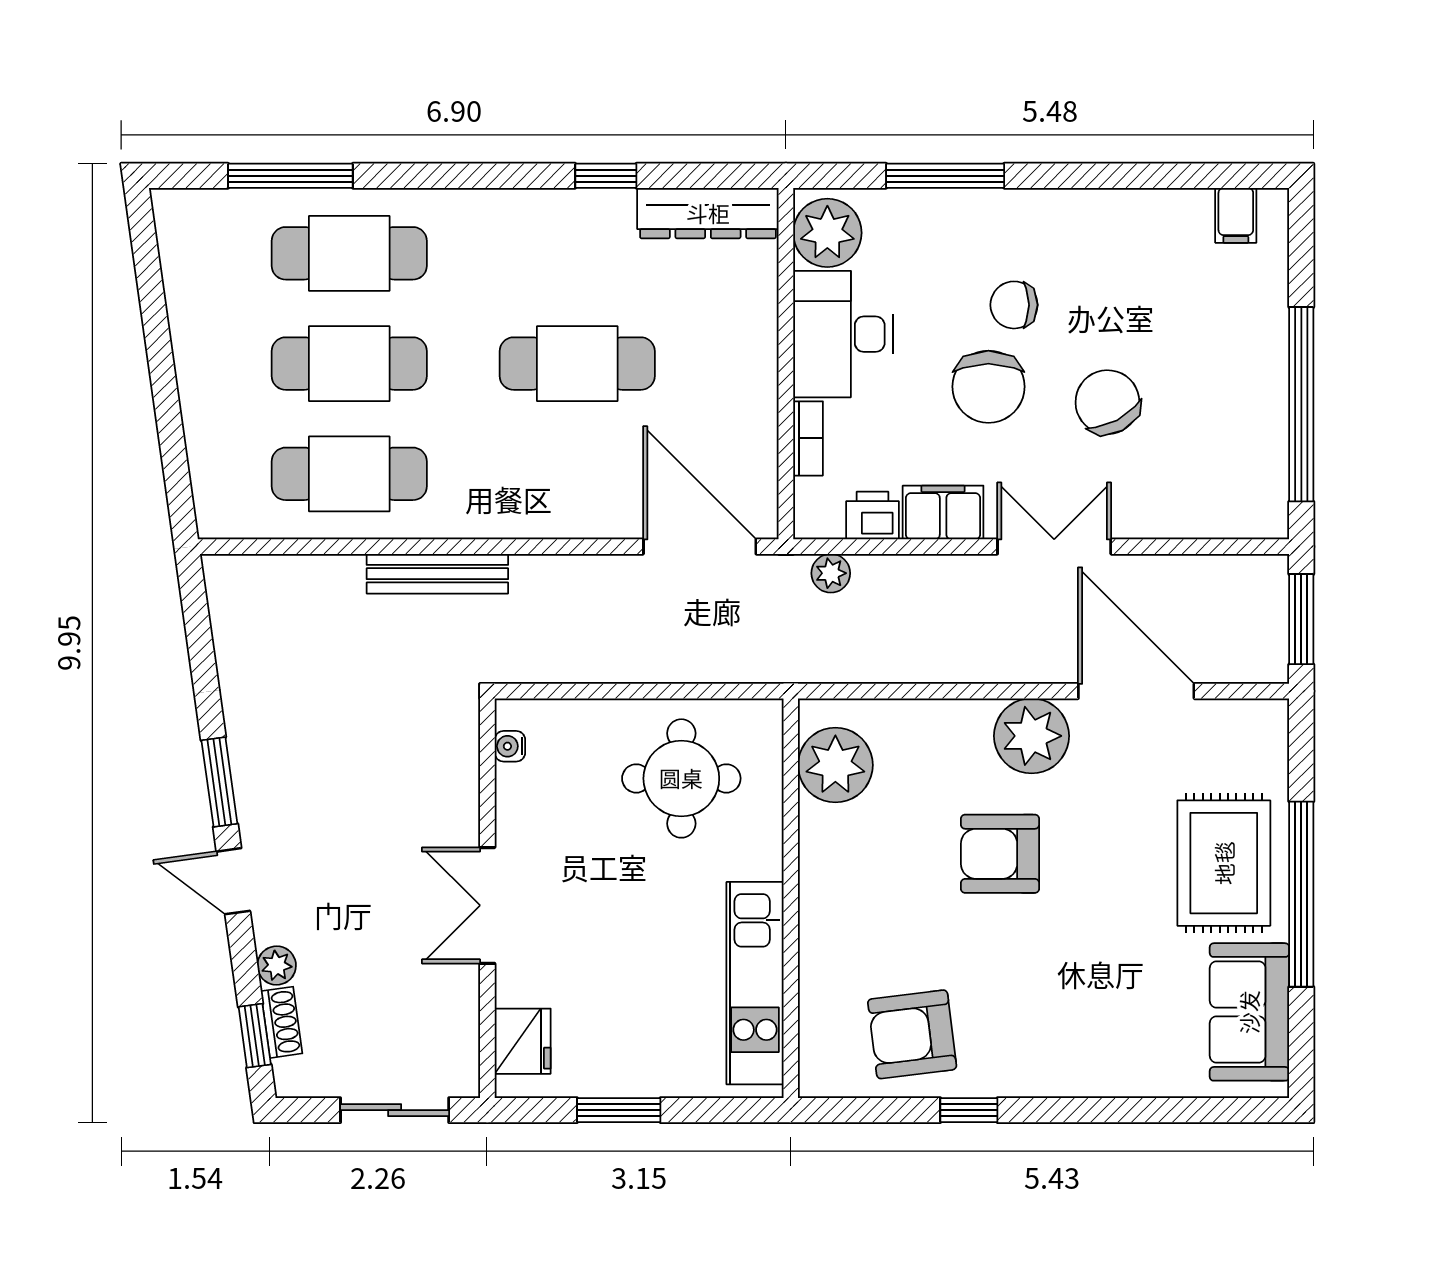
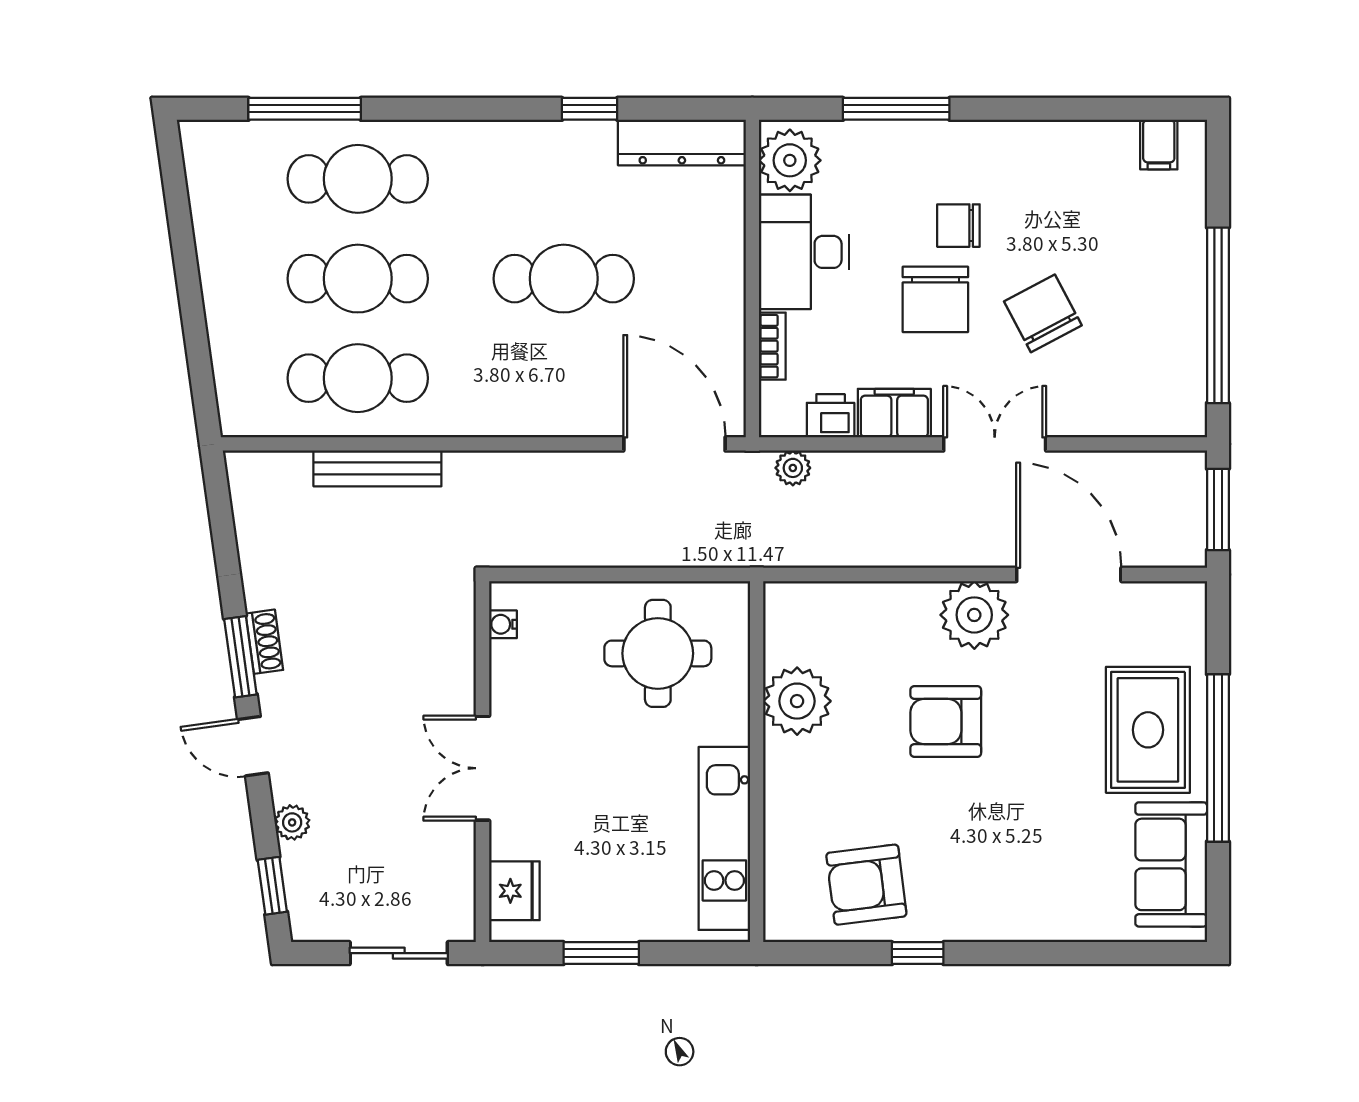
bench: (437, 574) -> (377, 468), moved
plant: (835, 765) -> (797, 701), moved
shoe rack: (282, 1022) -> (264, 642), moved

